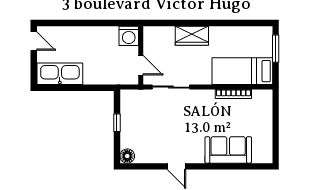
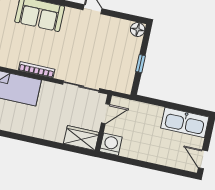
wardrobe: (192, 36) -> (81, 138), moved
door: (141, 65) -> (105, 114), swing flipped
bookcase: (233, 94) -> (37, 70), moved

